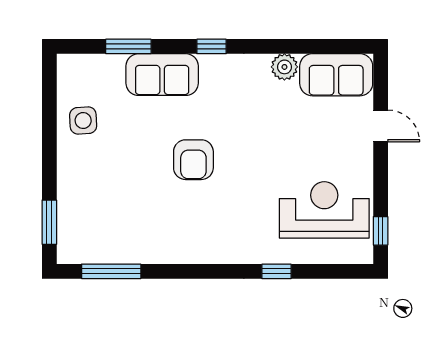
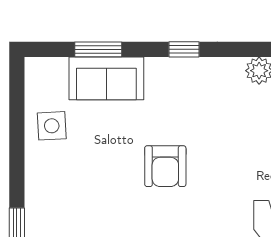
sofa: (162, 75) -> (106, 78), moved

